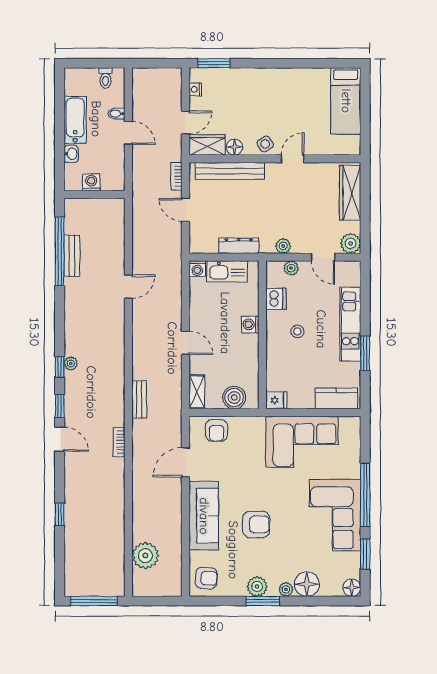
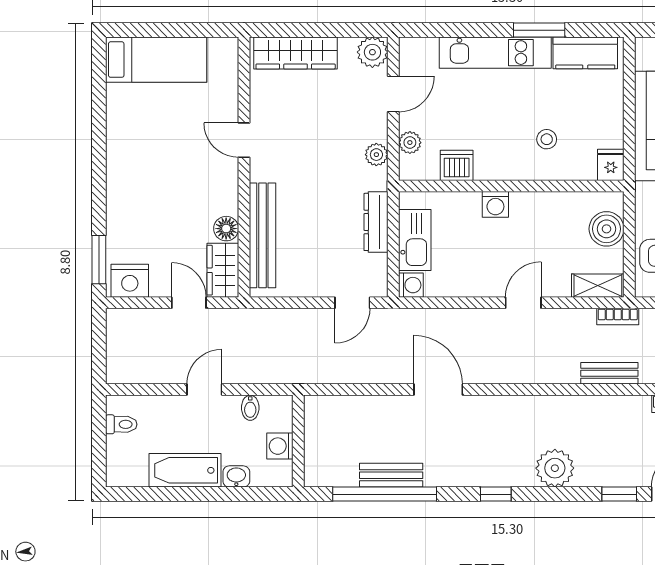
nightstand: (195, 89) -> (130, 281), width x1.89, depth x1.79
bidet: (116, 114) -> (250, 408), moved
side table: (265, 144) -> (221, 182), removed
bookcase: (176, 176) -> (618, 317), moved
door: (186, 210) -> (352, 303), moved
door: (128, 287) -> (438, 390), width x1.38
stool: (297, 331) -> (547, 139), moved
plant: (71, 363) -> (555, 468), width x1.87, depth x1.87
window: (60, 367) -> (496, 494), moved
kitchen counter: (336, 398) -> (585, 53), moved, turned -90

